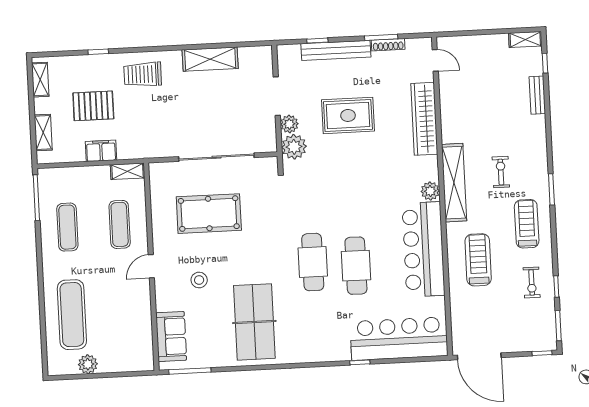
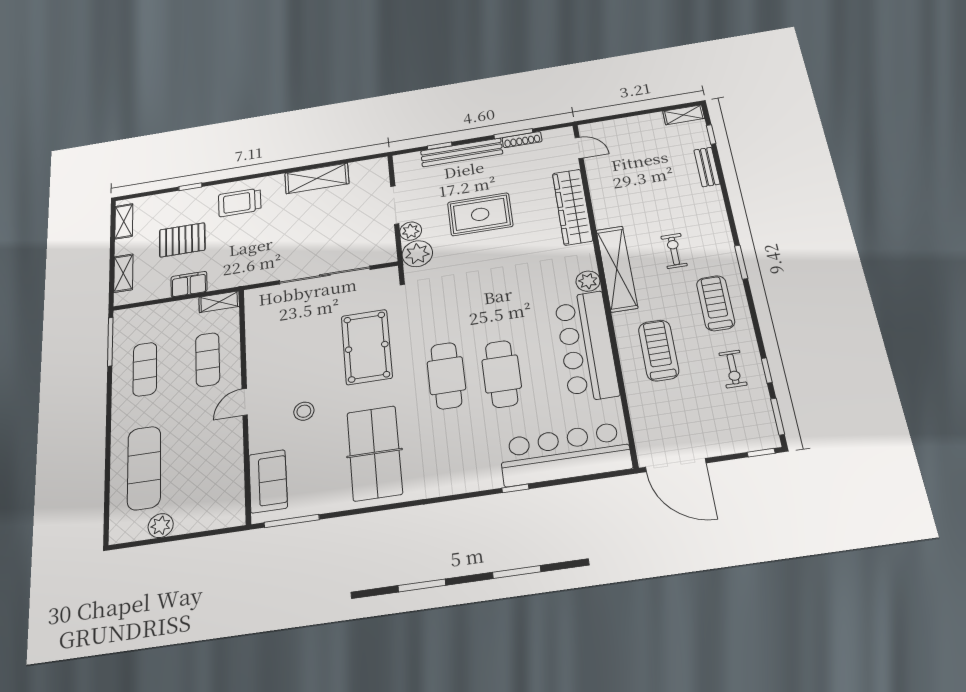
pool table: (209, 214) -> (367, 347), moved, turned 90

